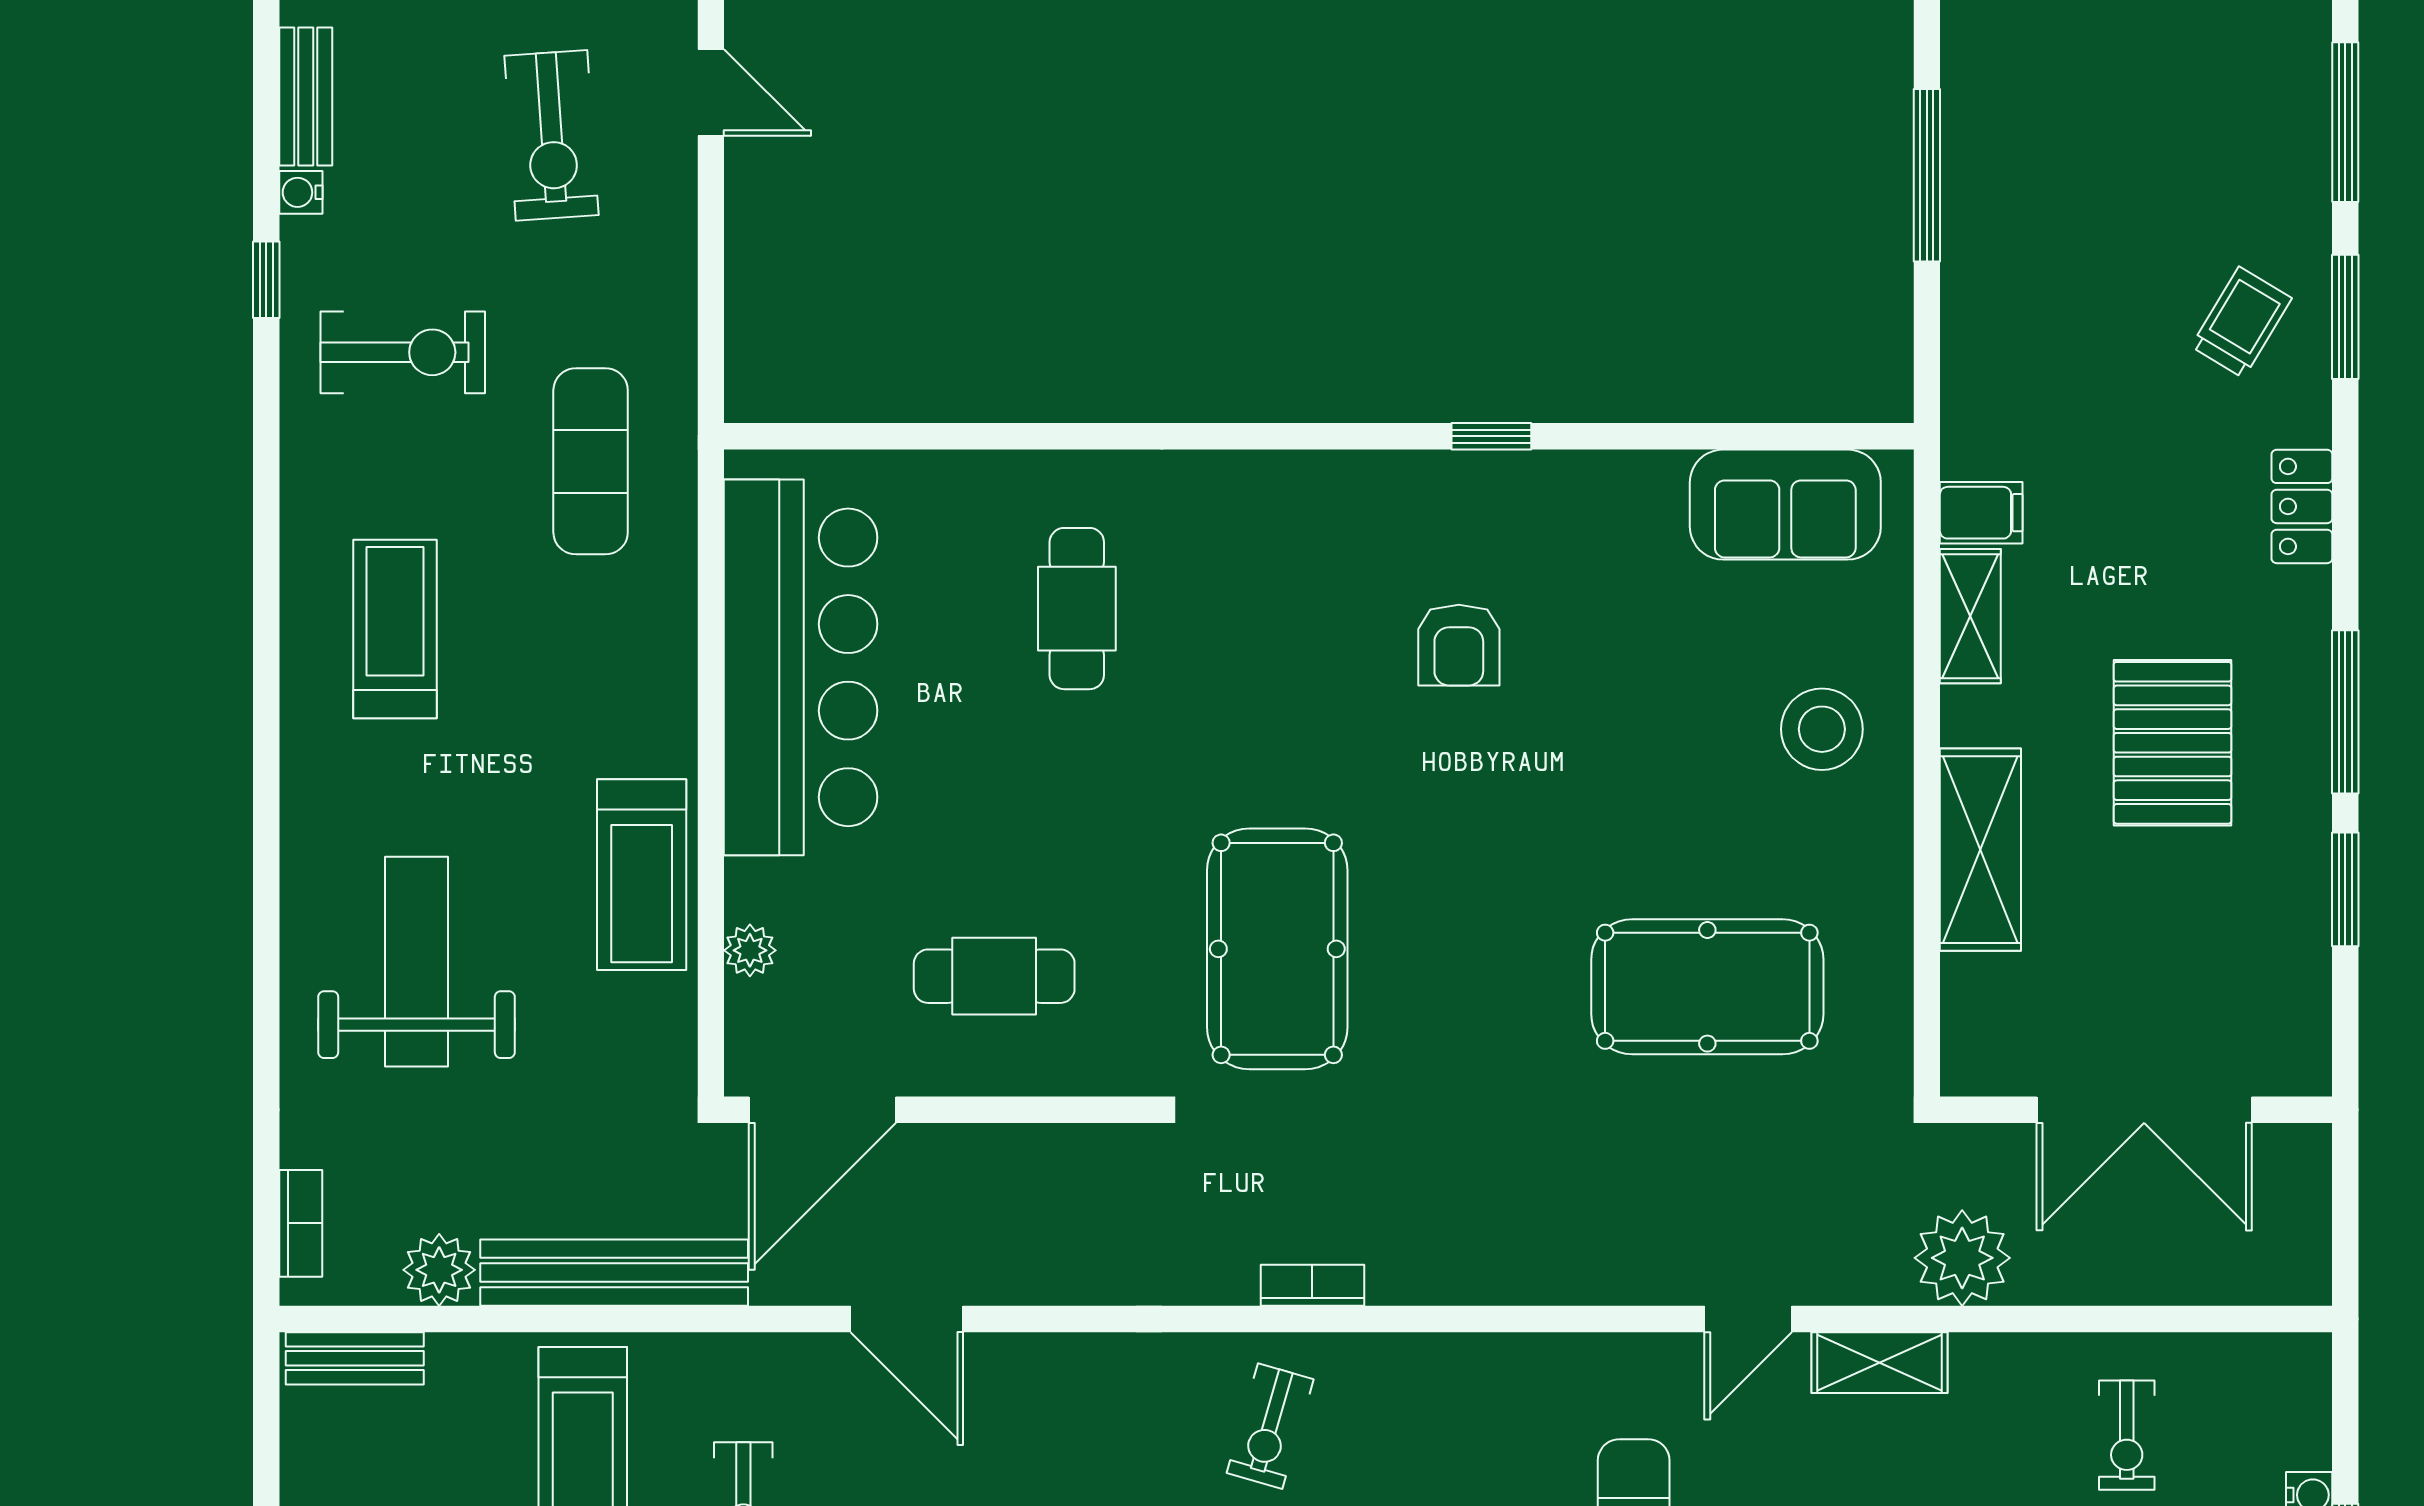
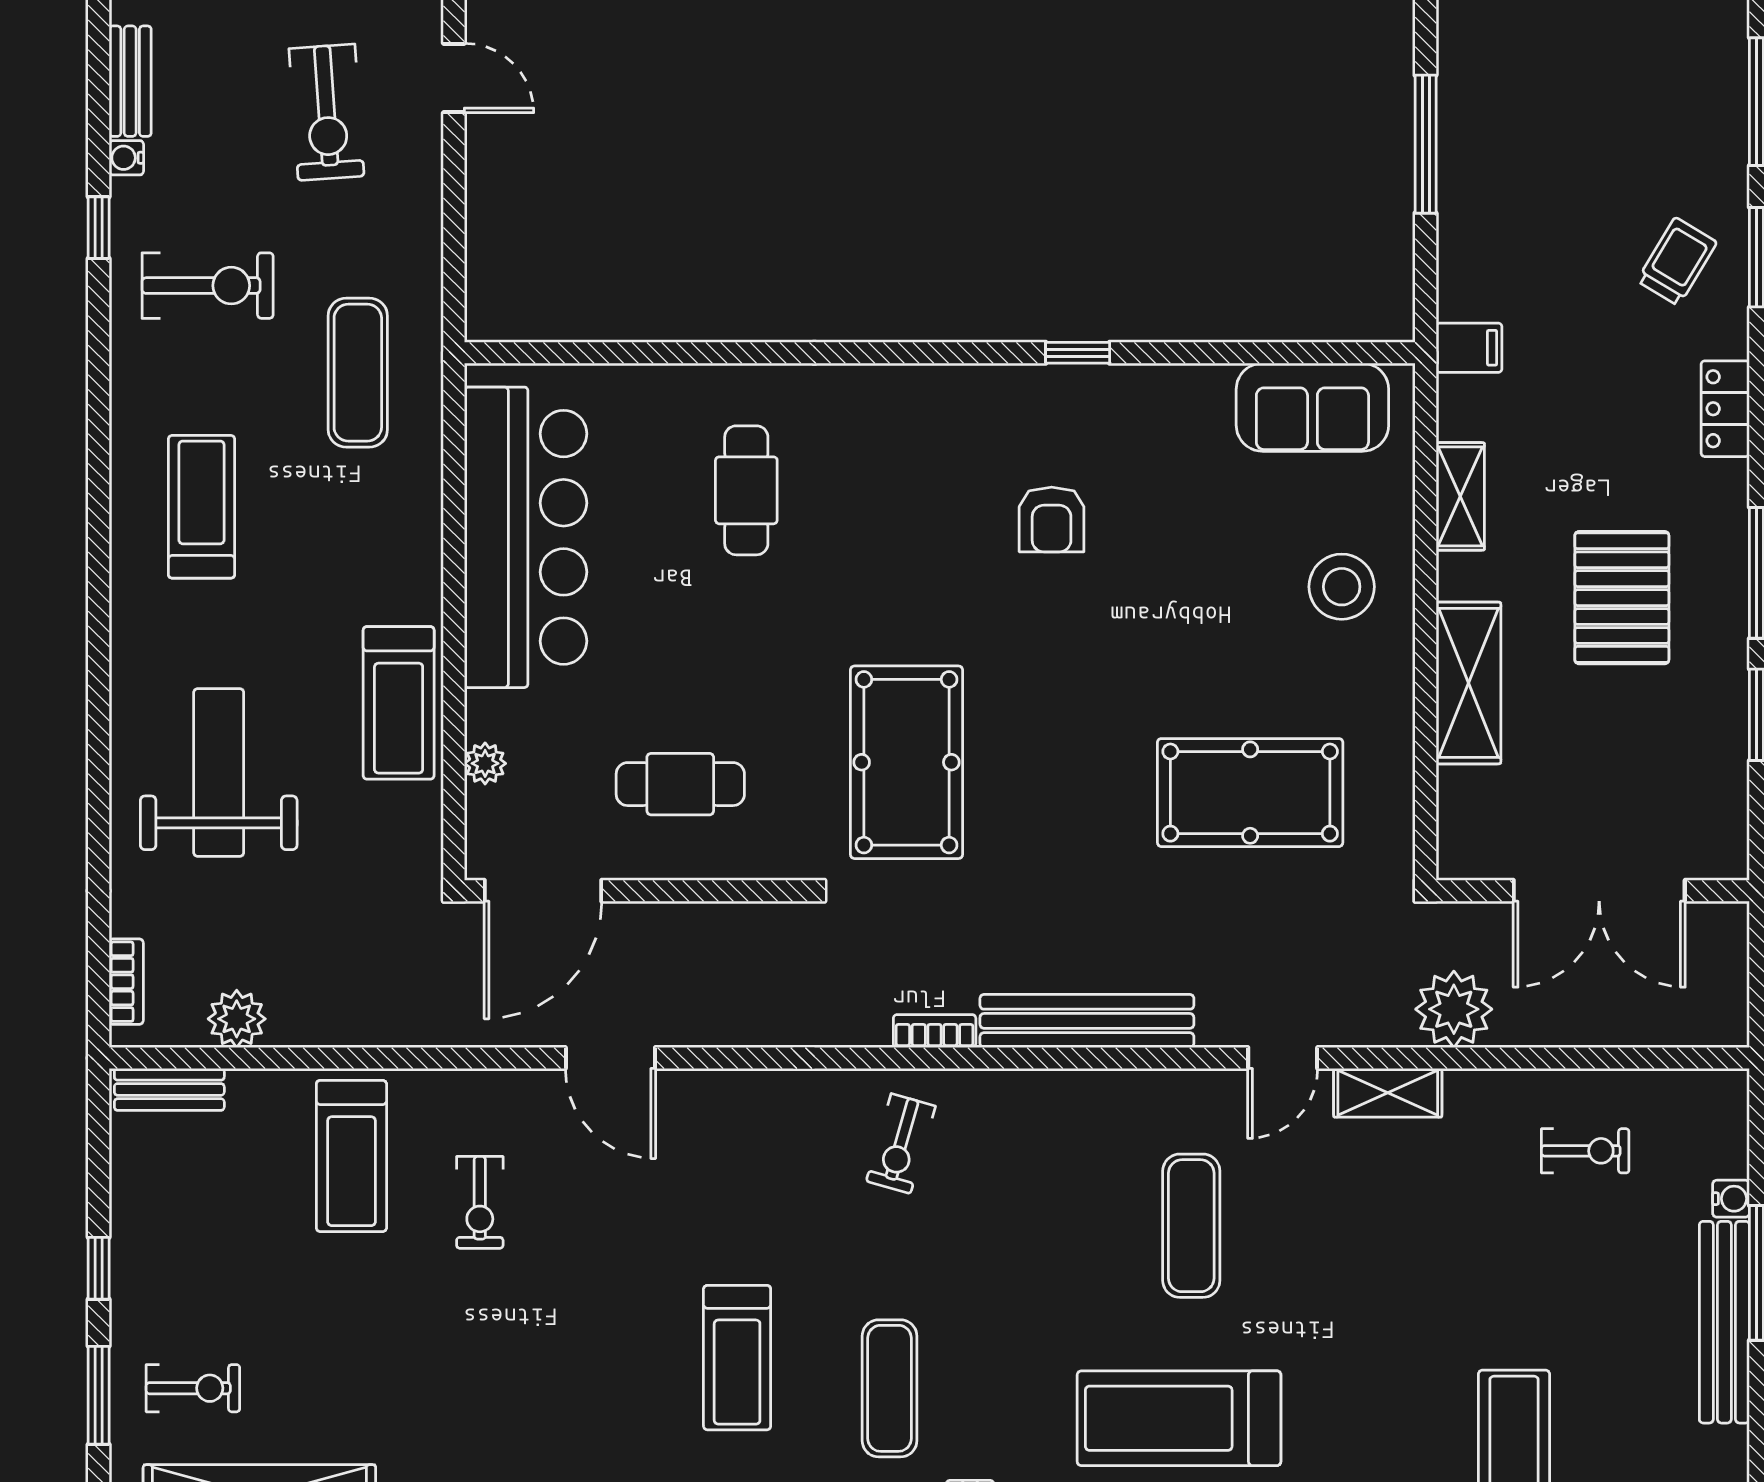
filing cabinet: (1981, 513) -> (1469, 348), moved
bench: (614, 1273) -> (1087, 1021), moved
exercise bike: (2127, 1435) -> (1585, 1151), turned -90

